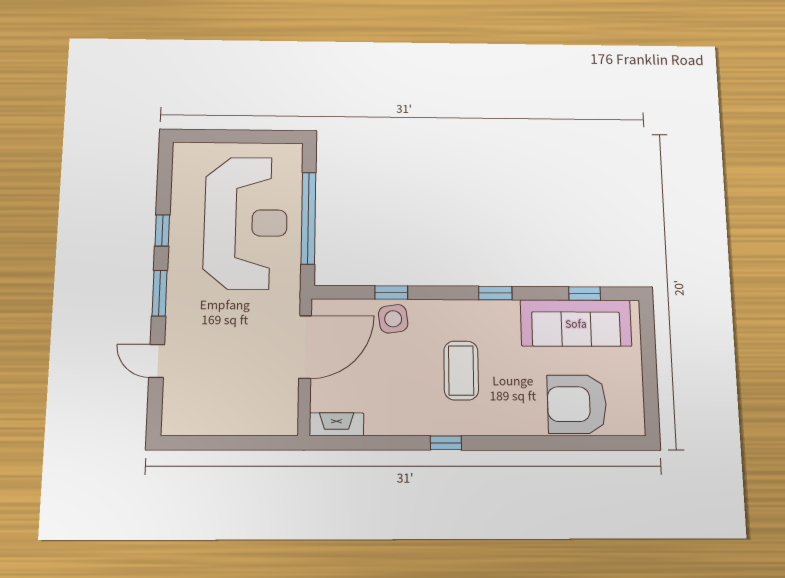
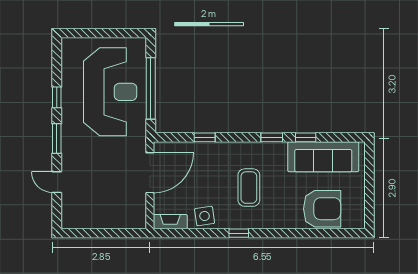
window: (585, 294) -> (306, 137), moved
side table: (393, 319) -> (205, 216), moved
armchair: (577, 404) -> (322, 209), turned 180

